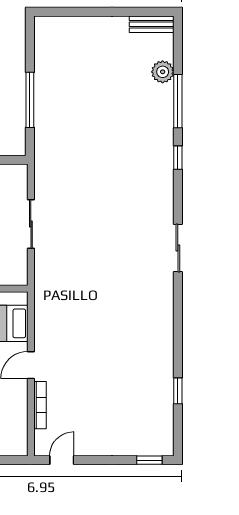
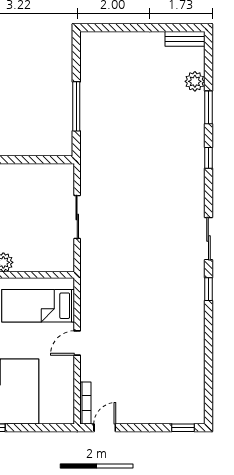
window: (178, 101) -> (208, 107), width x0.69
window: (178, 391) -> (208, 289), moved
bookcase: (40, 405) -> (85, 403), moved

